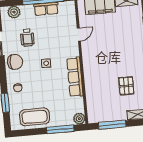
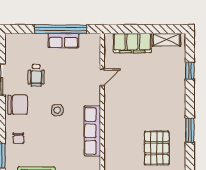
plant: (14, 12) -> (22, 41), removed
pallet: (126, 86) -> (157, 148), width x1.50, depth x1.42

